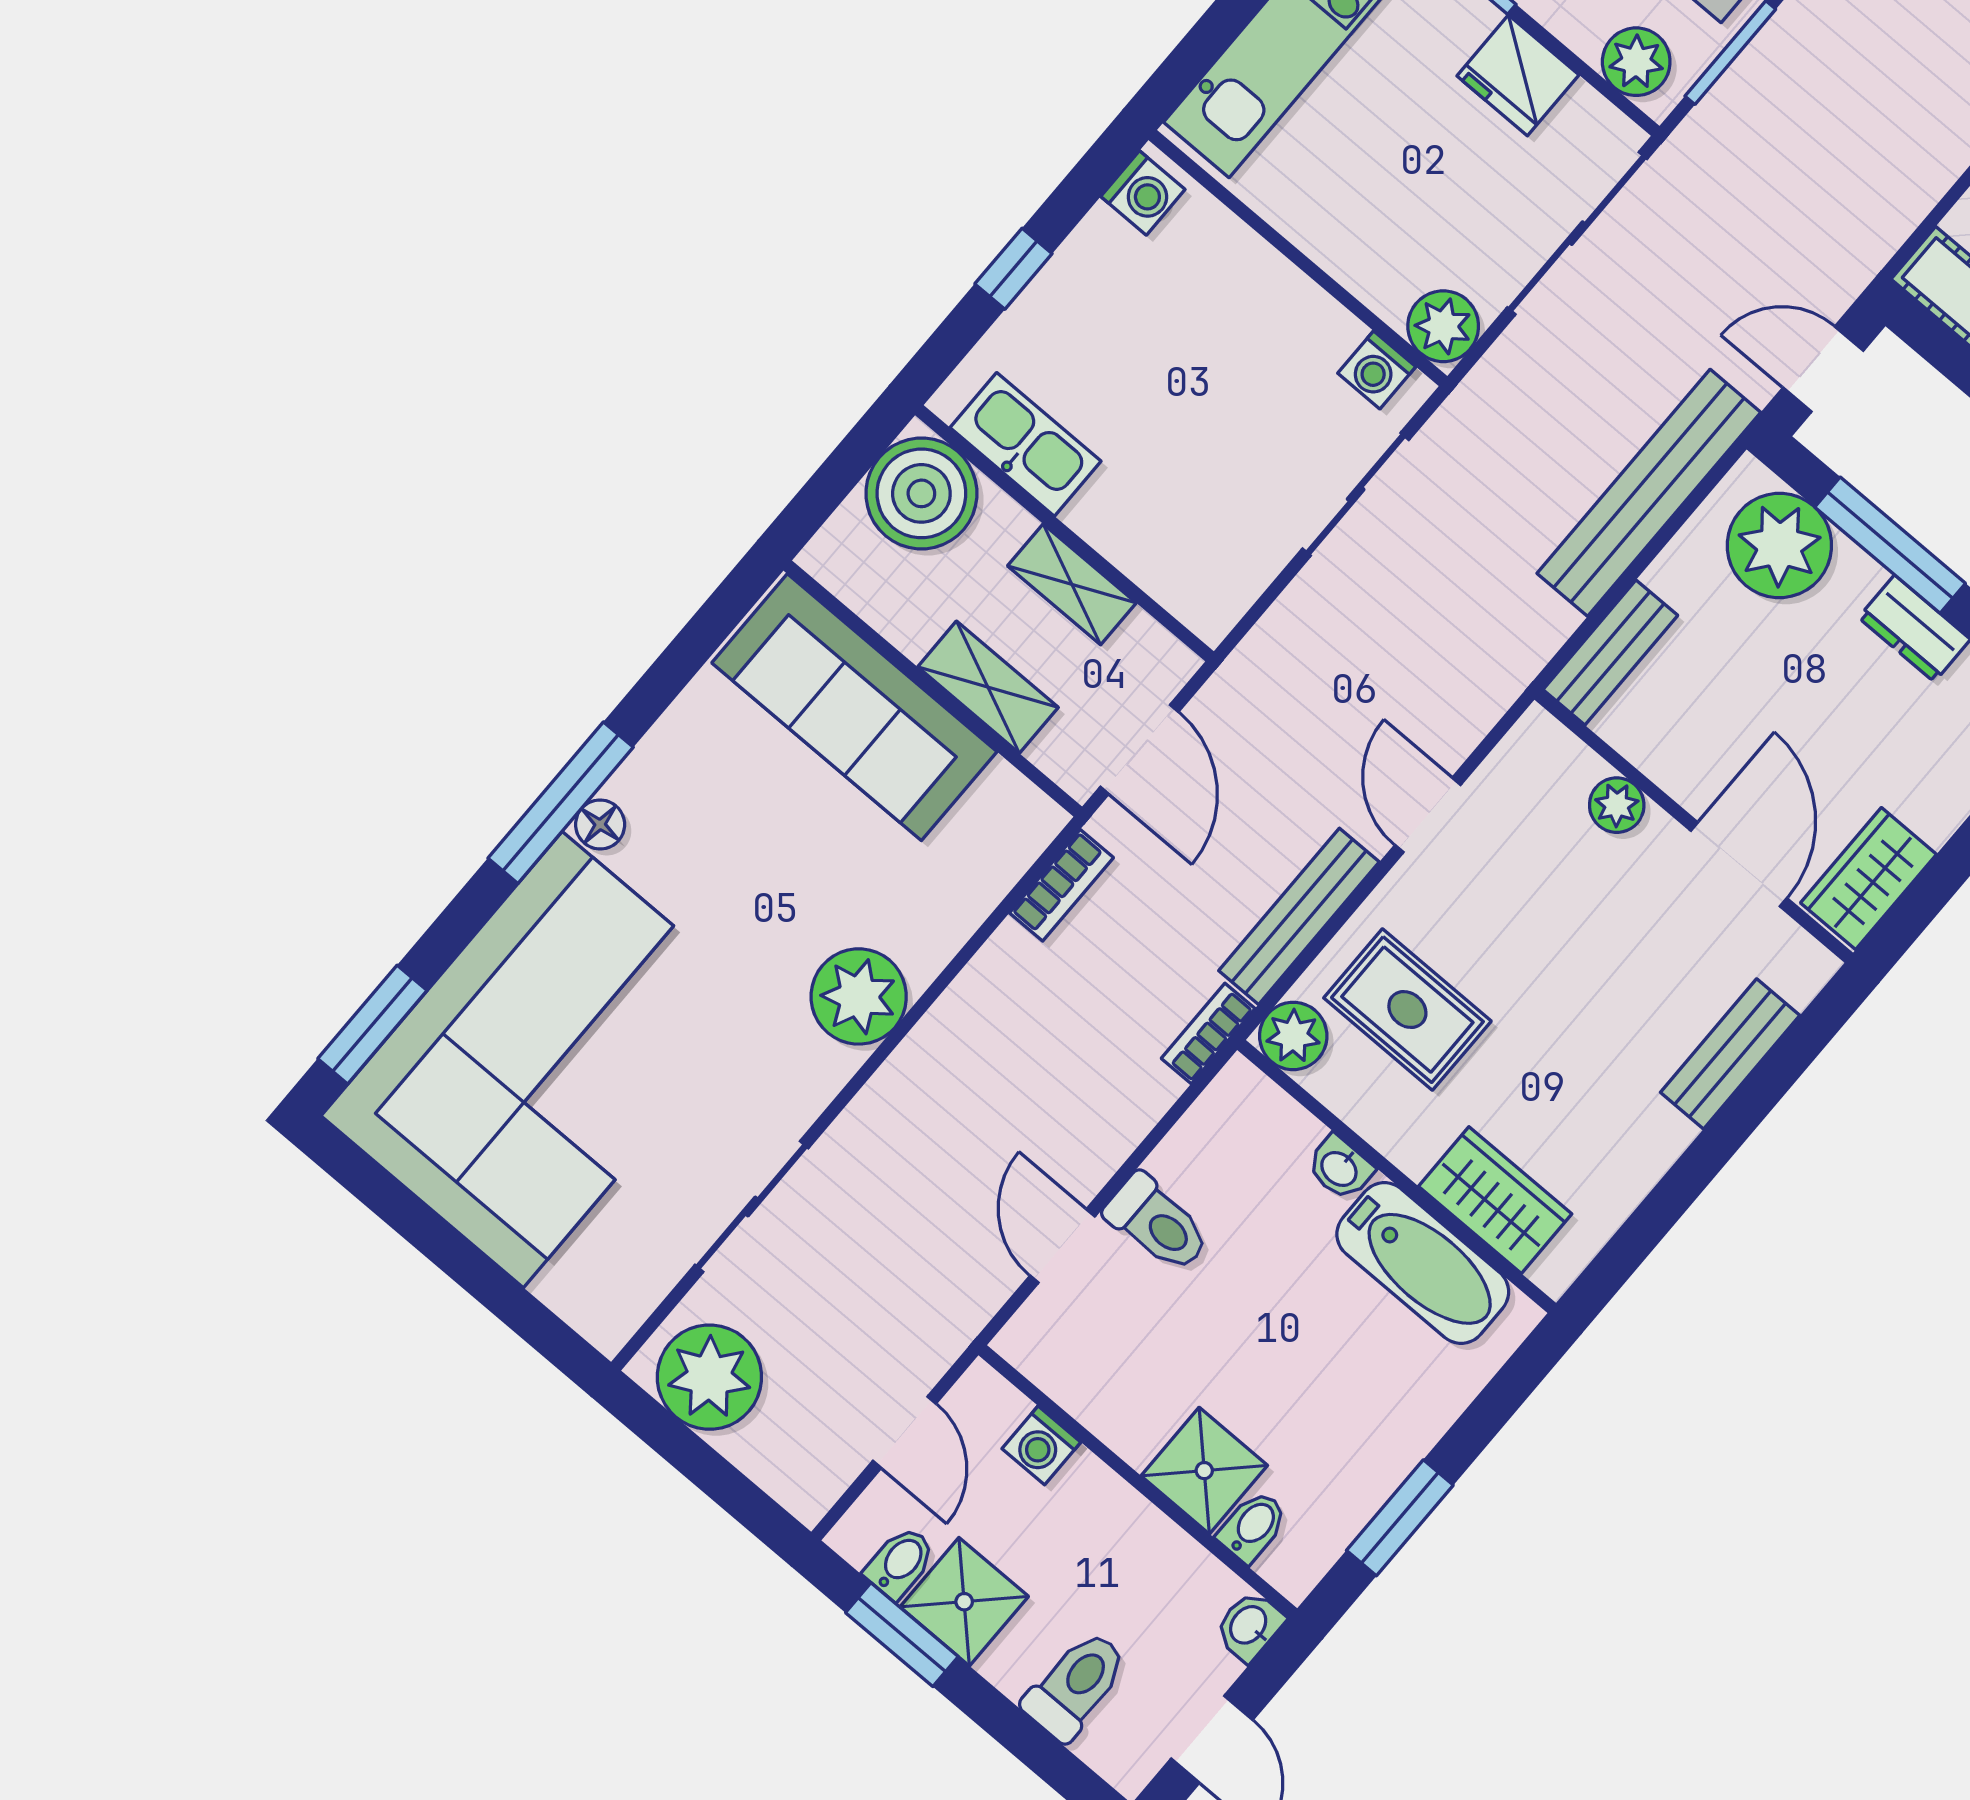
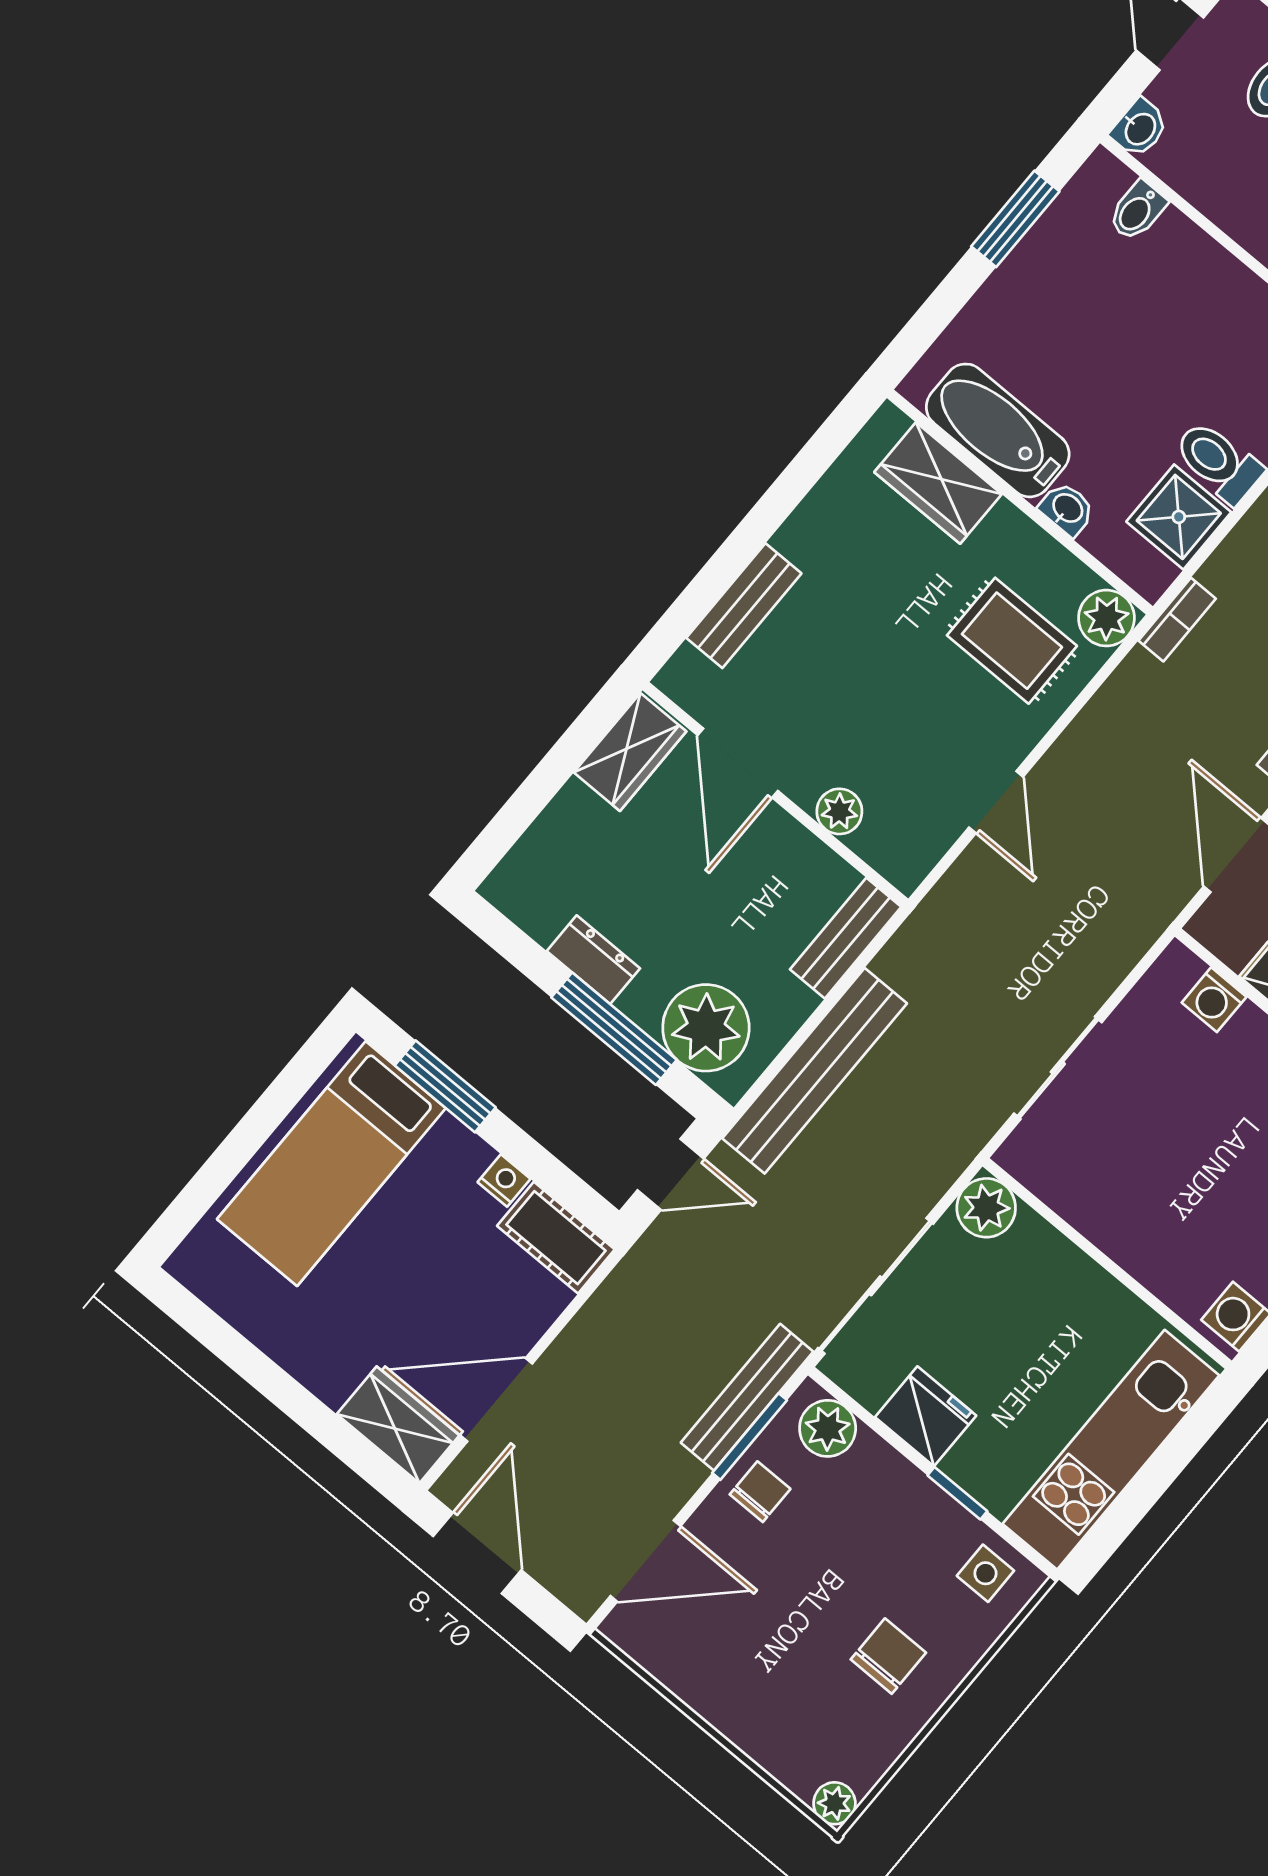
washing machine: (1377, 370) -> (1214, 1000), moved, turned 180
bench: (1299, 916) -> (747, 1397), moved
shower: (1204, 1471) -> (1179, 517), moved

